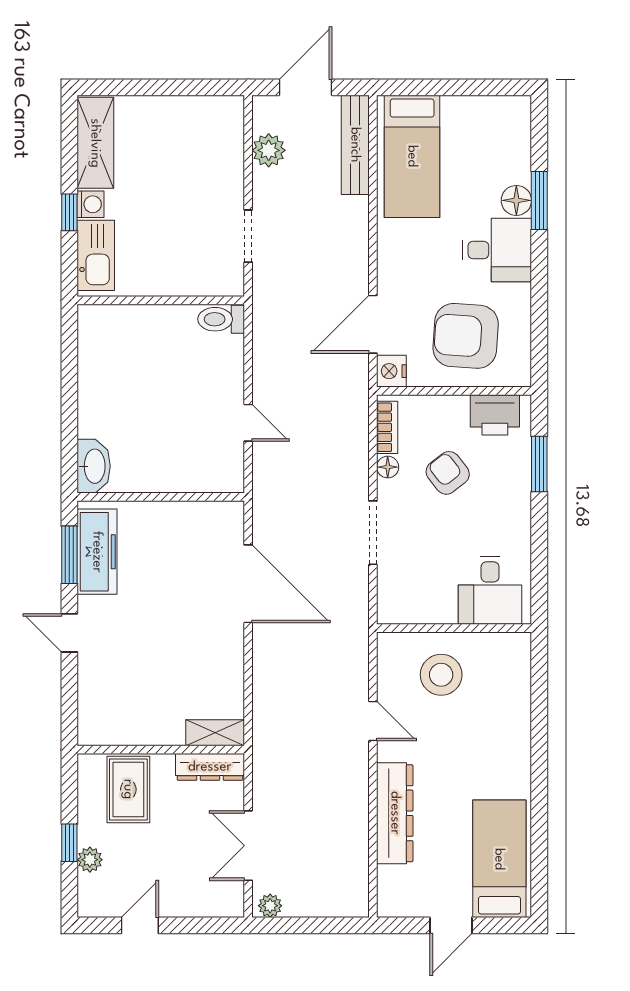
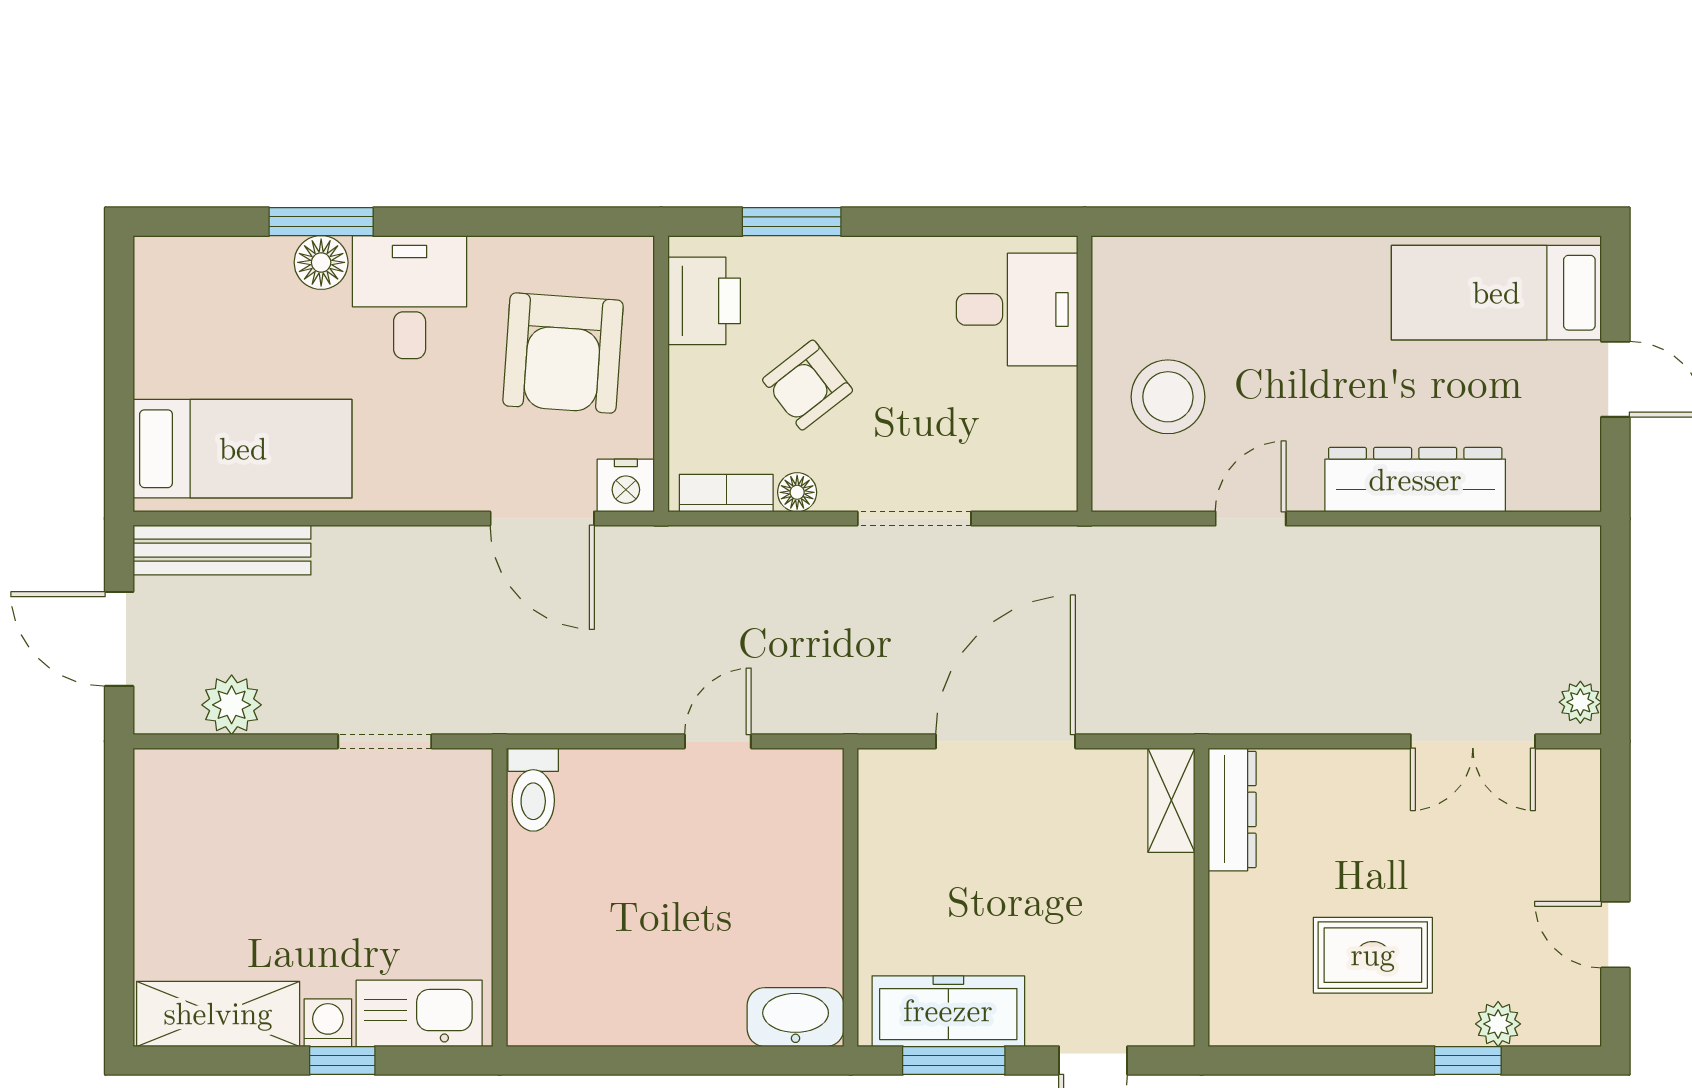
shelving: (215, 733) -> (1171, 800), moved
wall: (161, 750) -> (1201, 897), moved
dresser: (210, 767) -> (1232, 809), moved

